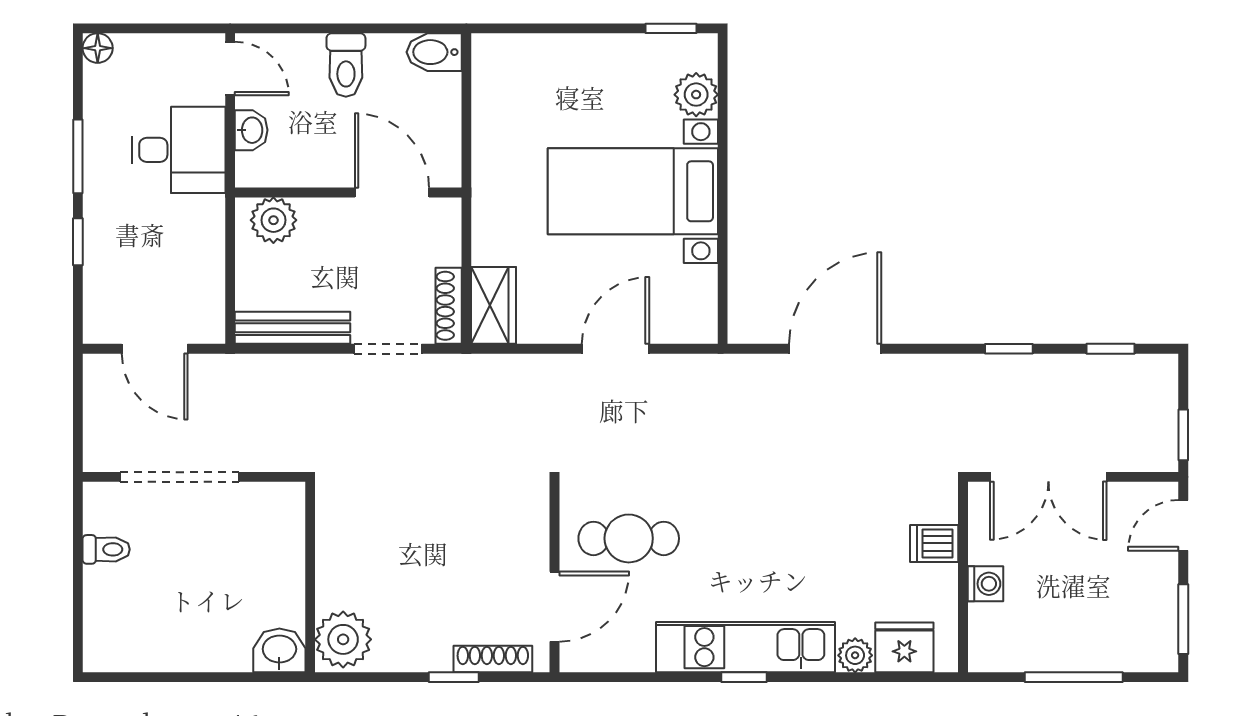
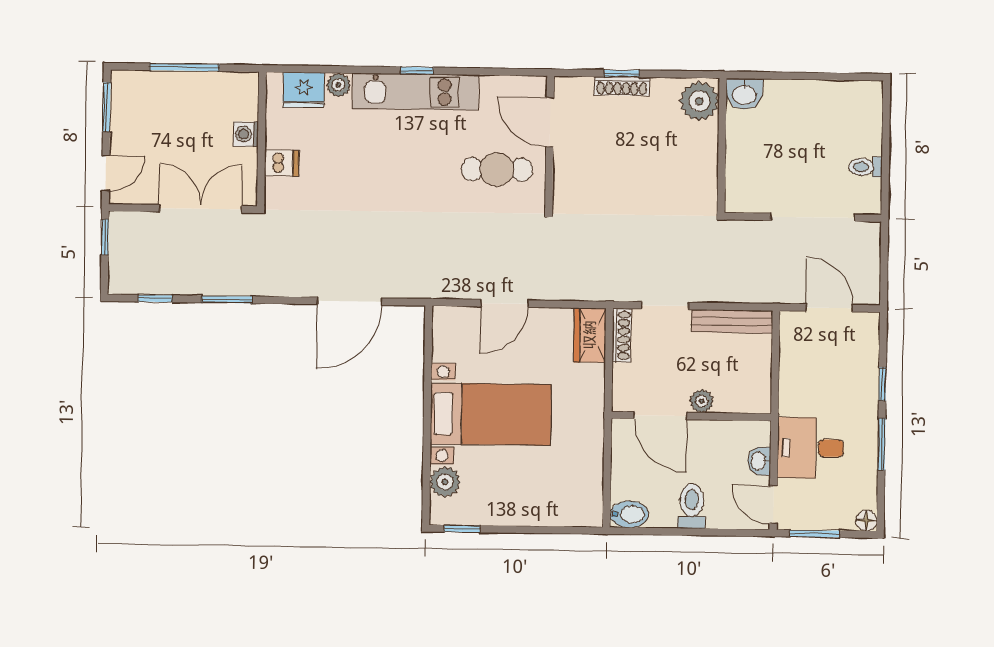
window: (171, 28) -> (814, 534), added
plant: (273, 220) -> (702, 401), moved, width x0.73, depth x0.73
window: (1009, 349) -> (227, 300), width x1.50
door: (554, 607) -> (550, 122), hinge flipped
shoe rack: (493, 659) -> (622, 86), moved

